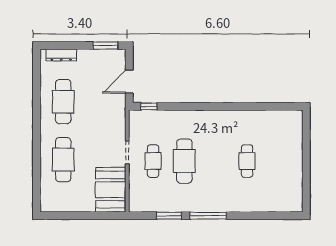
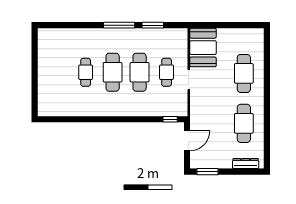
cafe table: (216, 161) -> (113, 72), added

